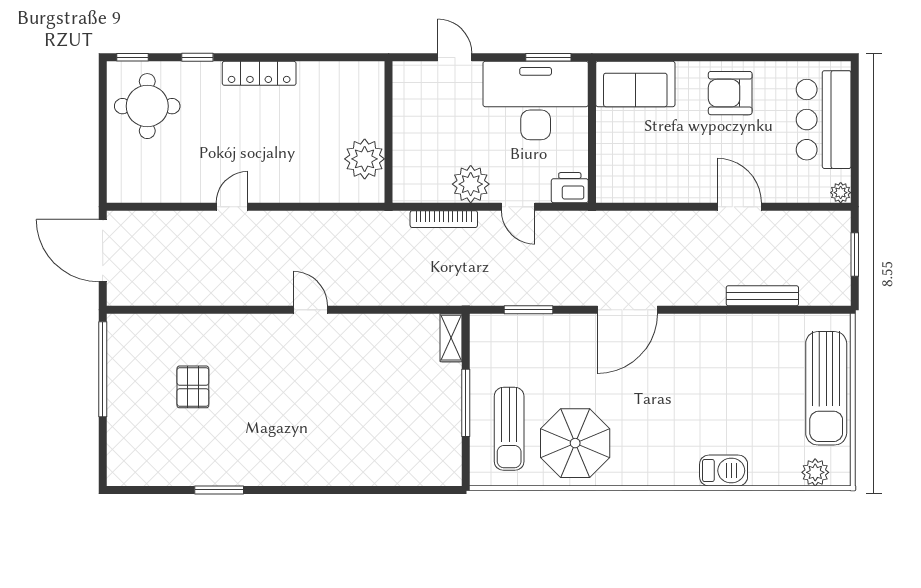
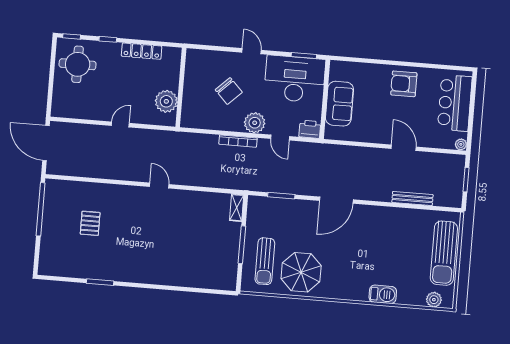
sofa: (635, 84) -> (339, 104), moved, turned -90
chair: (420, 131) -> (229, 91), added
wall: (389, 132) -> (181, 87), moved
plant: (365, 159) -> (166, 101), moved

